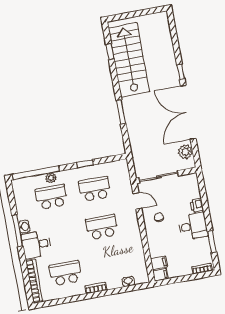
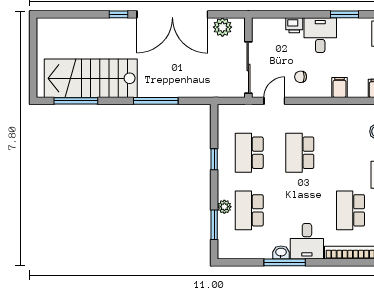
window: (110, 52) -> (76, 101), width x2.17
window: (121, 112) -> (156, 101), width x1.44
window: (36, 173) -> (214, 225), width x0.47
filing cabinet: (159, 263) -> (340, 87), moved

